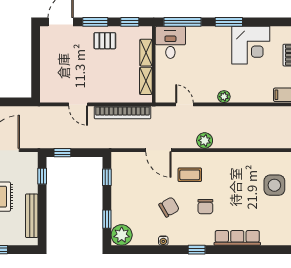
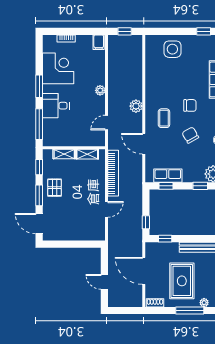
desk: (170, 42) -> (56, 106), moved
door: (158, 150) -> (144, 144), swing flipped
row of seats: (119, 180) -> (168, 176), added

